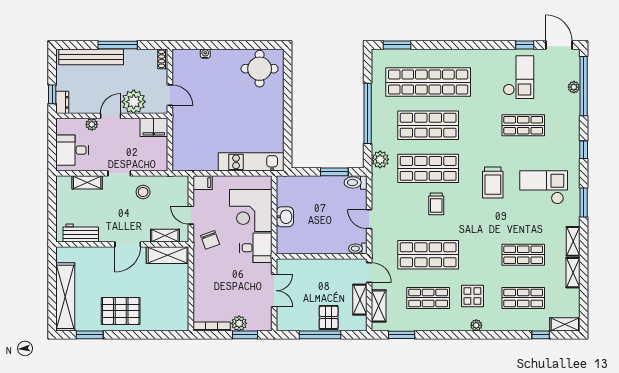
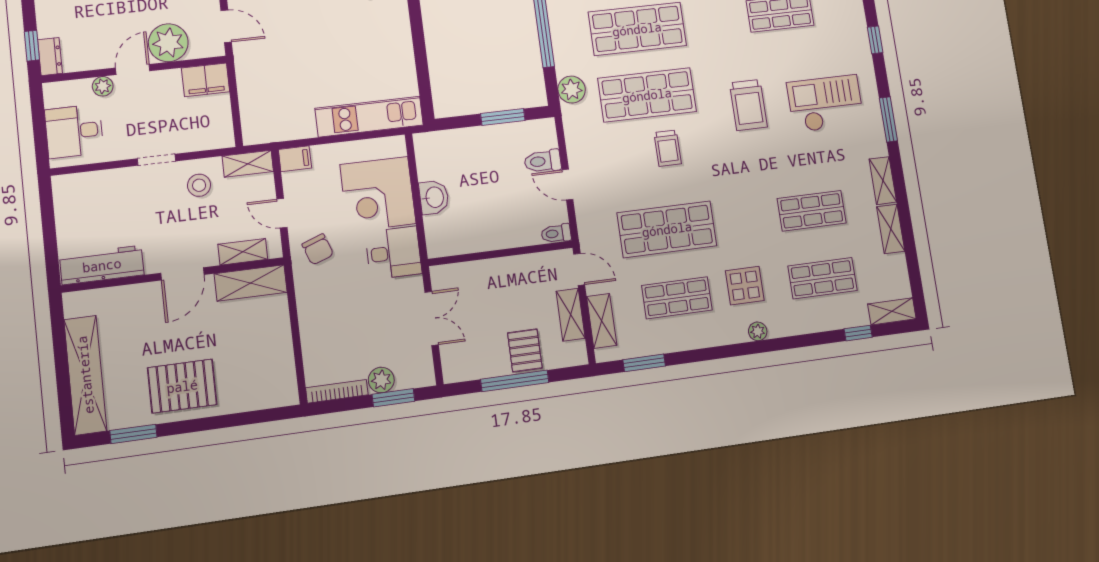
shelving: (87, 182) -> (248, 164), moved
toilet: (356, 182) -> (543, 161), moved
workbench: (81, 233) -> (102, 265), width x1.38

